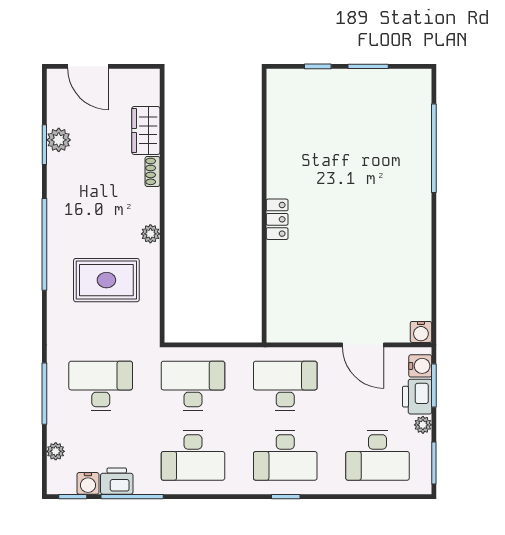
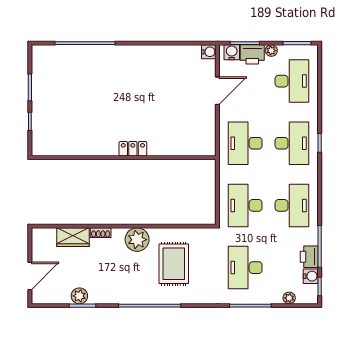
plant: (150, 234) -> (137, 240), width x1.87, depth x1.87

